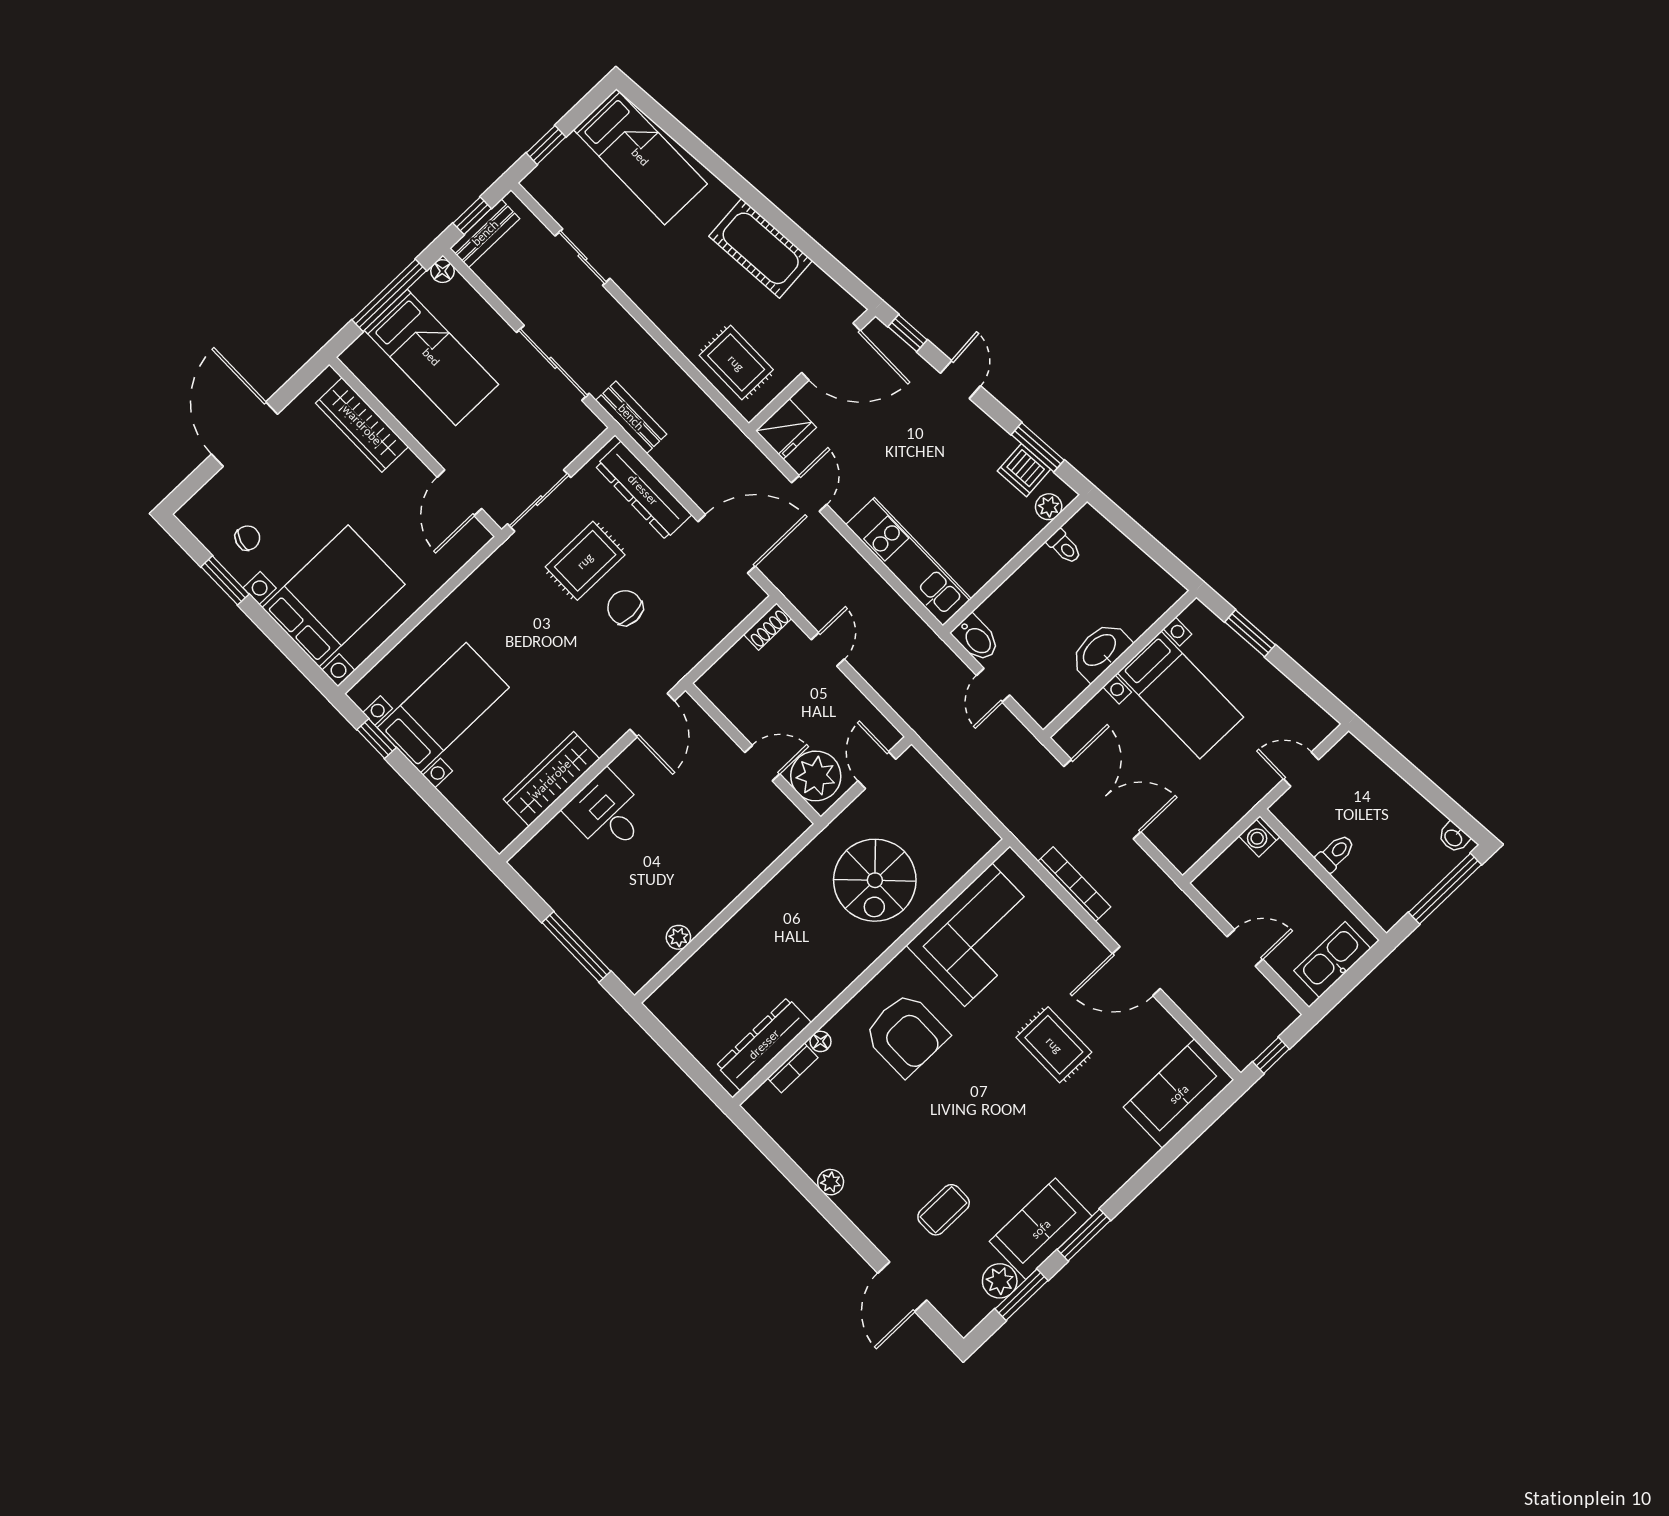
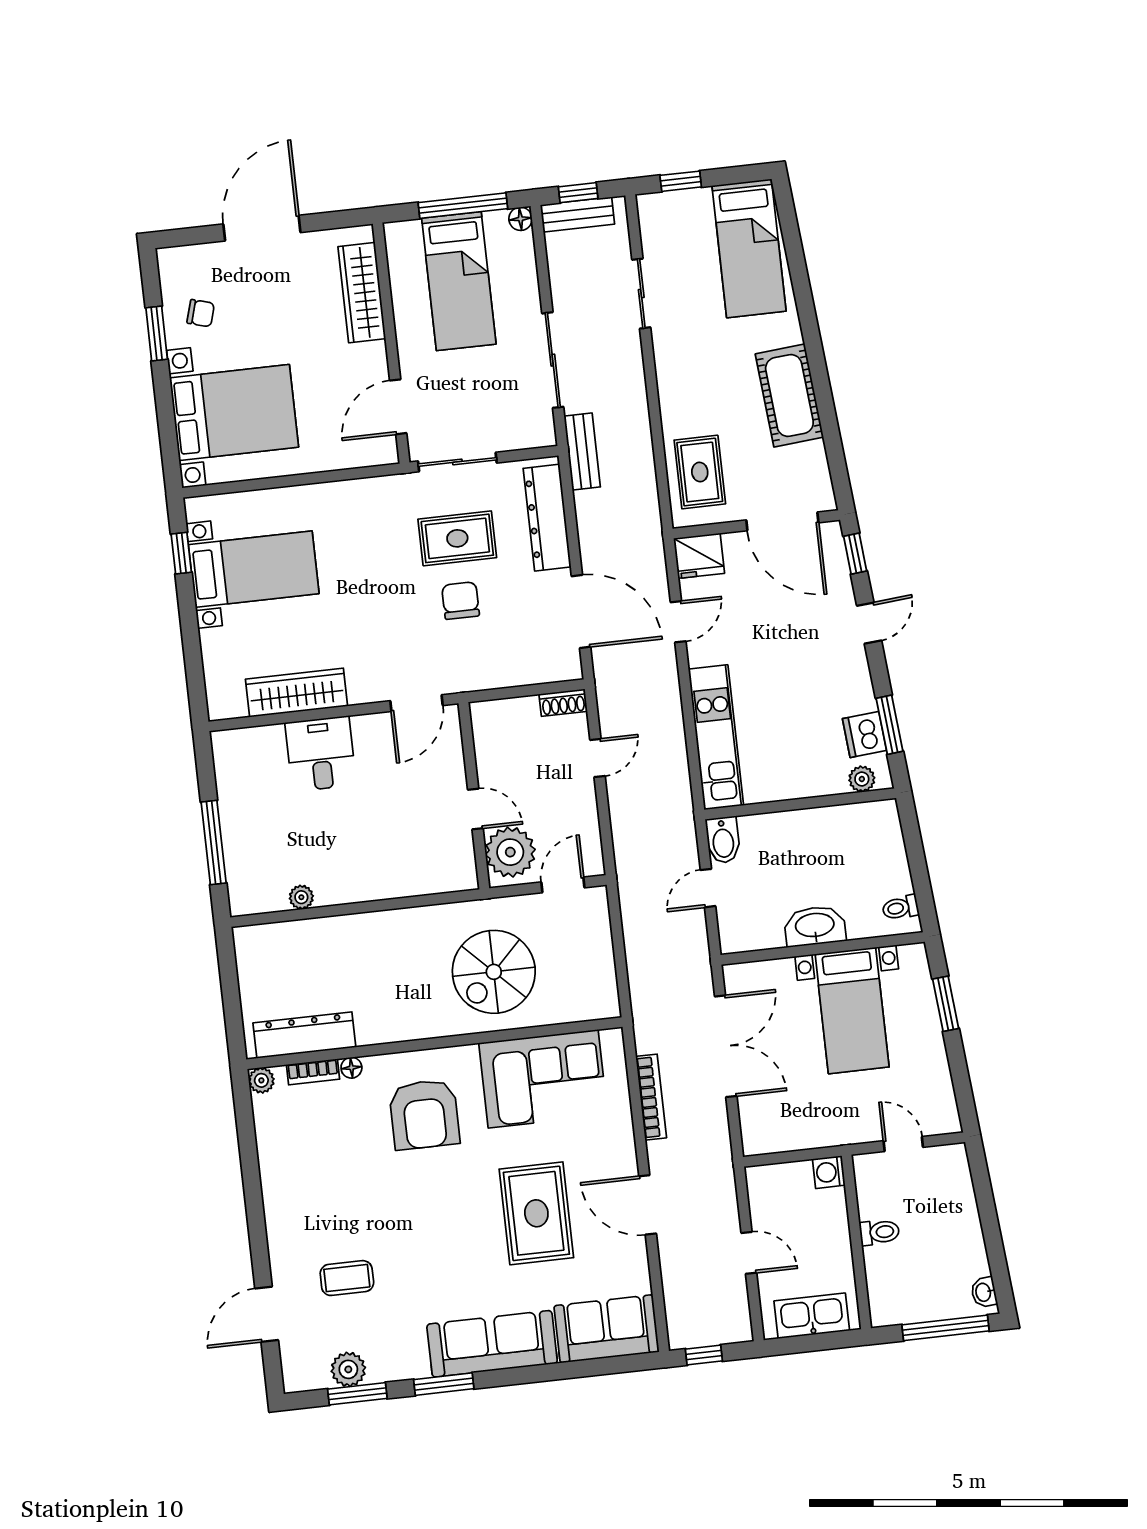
toilet: (1064, 547) -> (900, 908), moved, turned 85
rug: (1054, 1045) -> (536, 1213), width x1.36, depth x1.43
plant: (831, 1182) -> (261, 1080), moved
sofa: (1041, 1229) -> (492, 1344), moved, width x1.36

